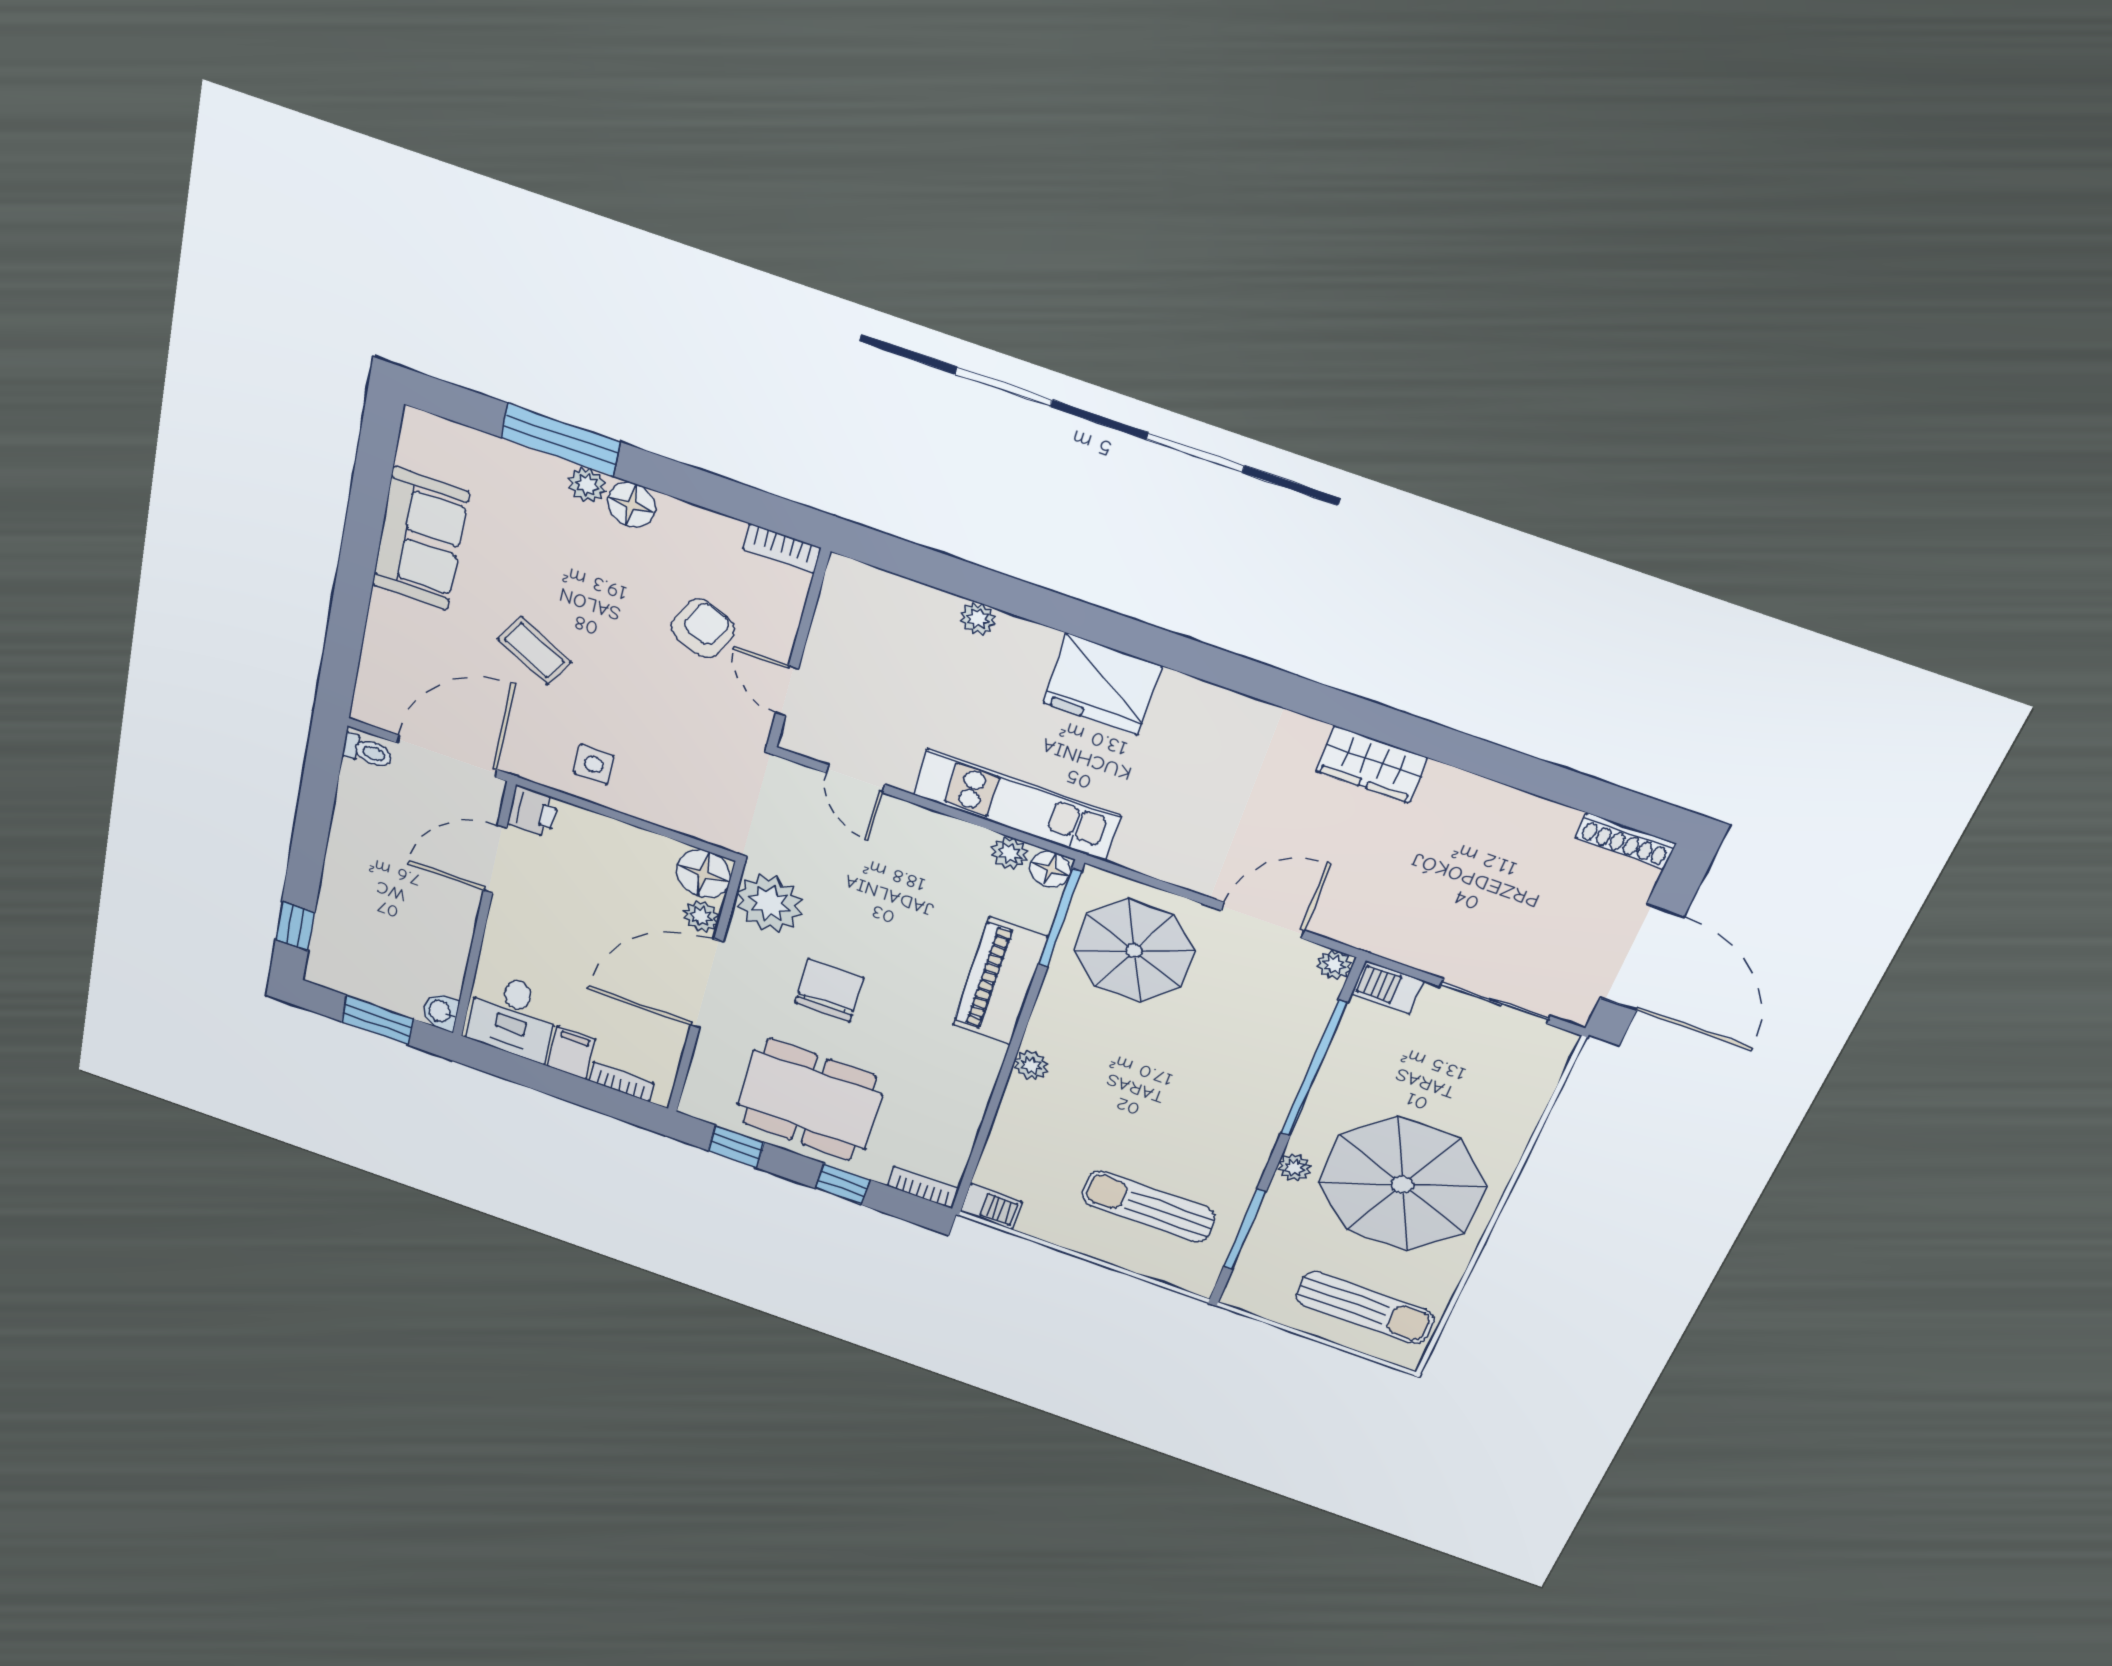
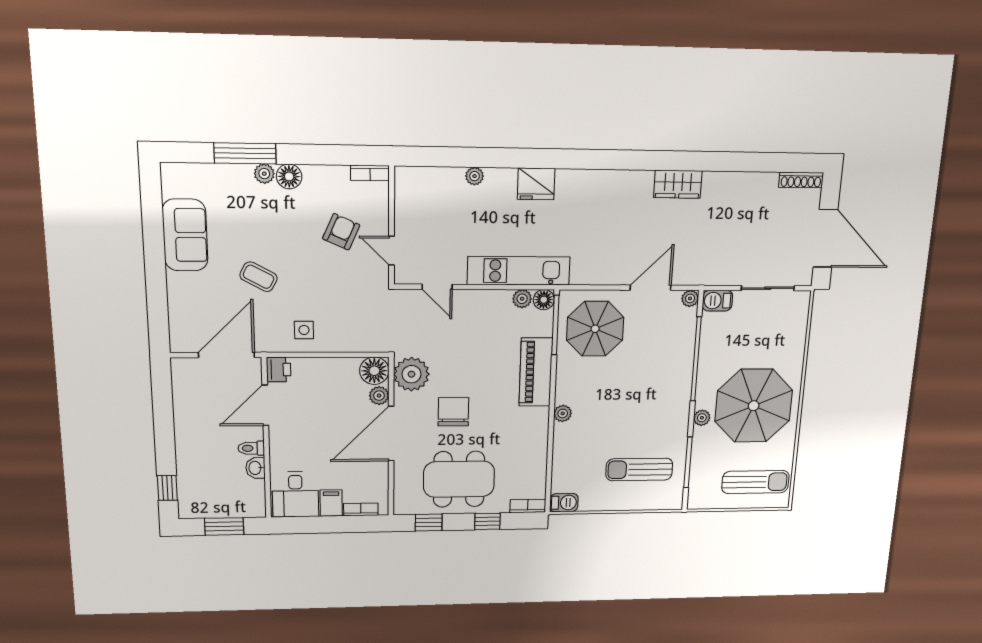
fridge: (1102, 684) -> (536, 184), width x0.73, depth x0.75
toilet: (367, 751) -> (251, 448), moved, turned 180
washbasin: (441, 1012) -> (255, 468), moved

